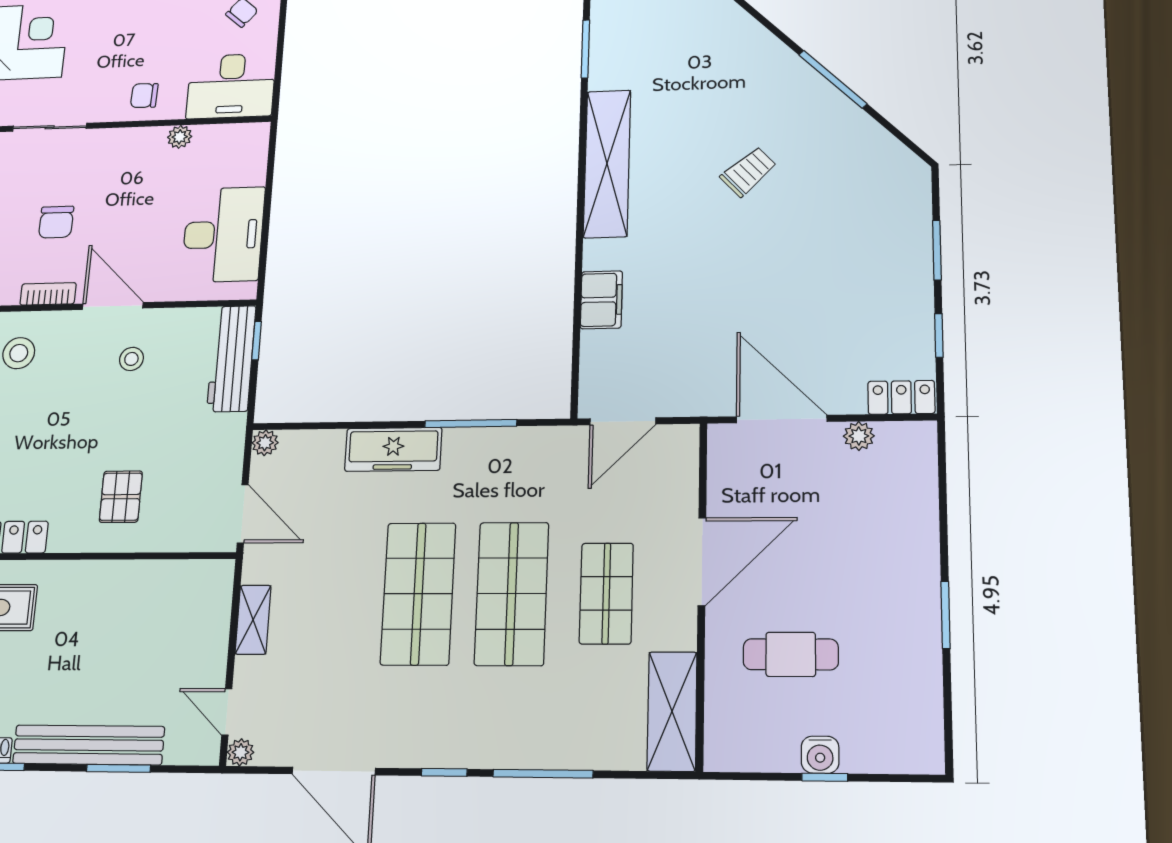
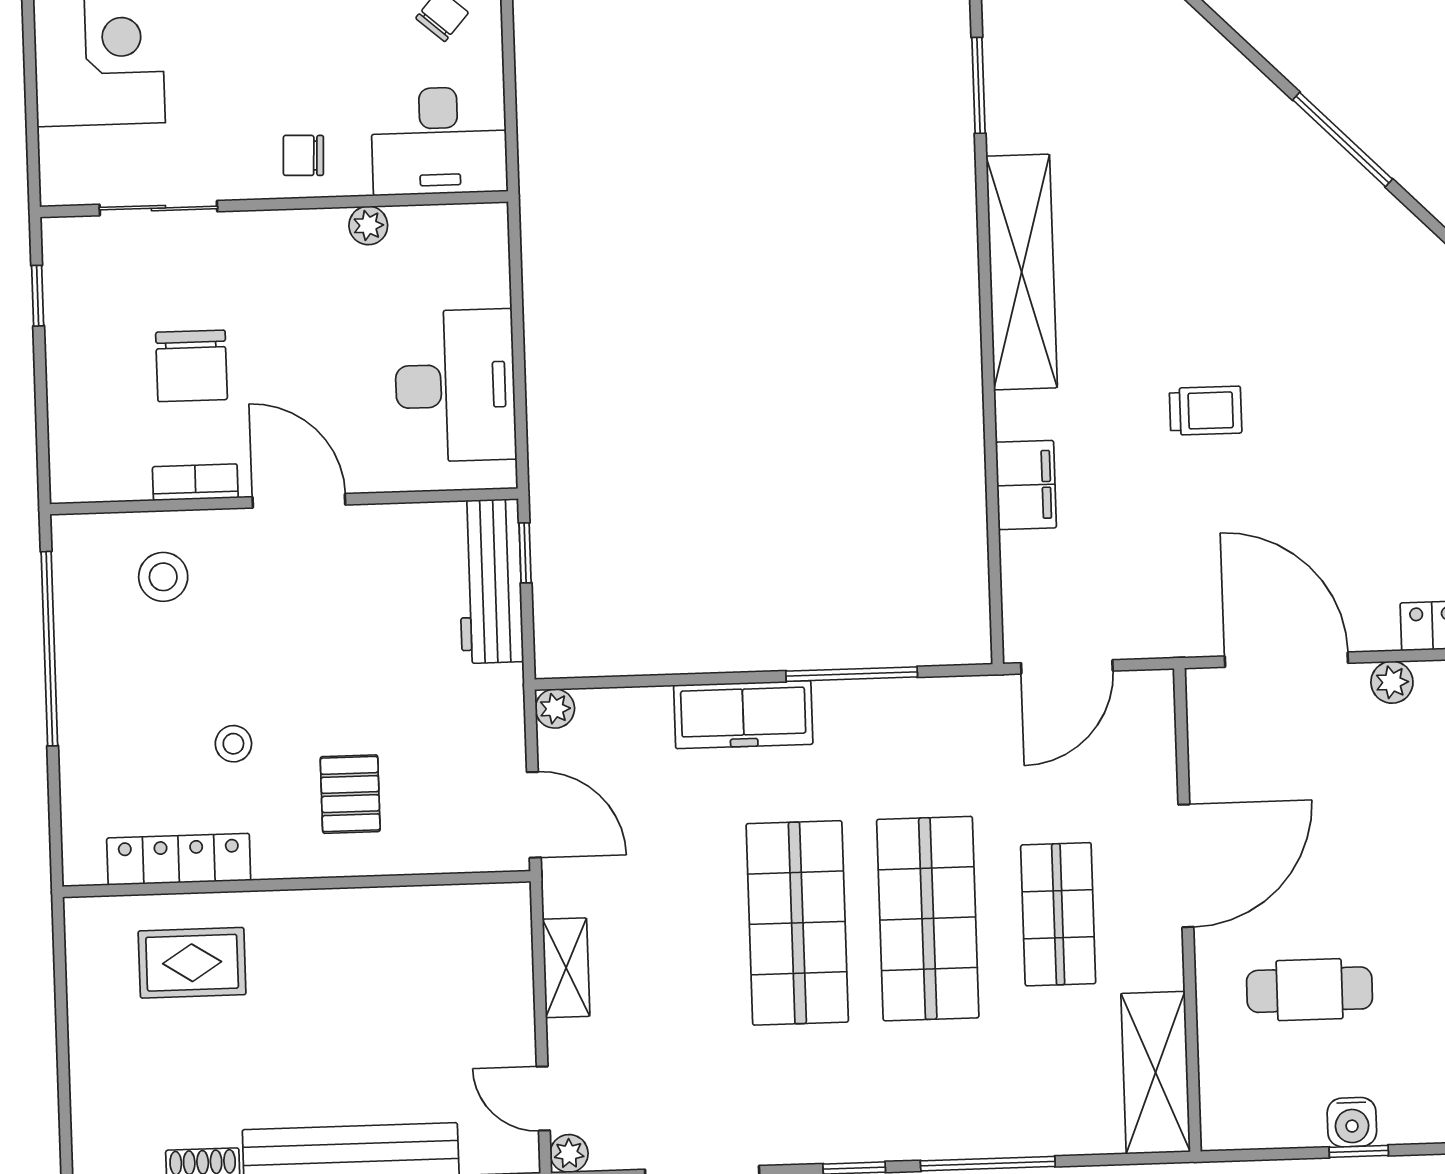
trolley: (748, 172) -> (1206, 411), moved, turned 42
chair: (56, 222) -> (191, 366), width x1.37, depth x1.37
stool: (131, 359) -> (233, 744), moved

